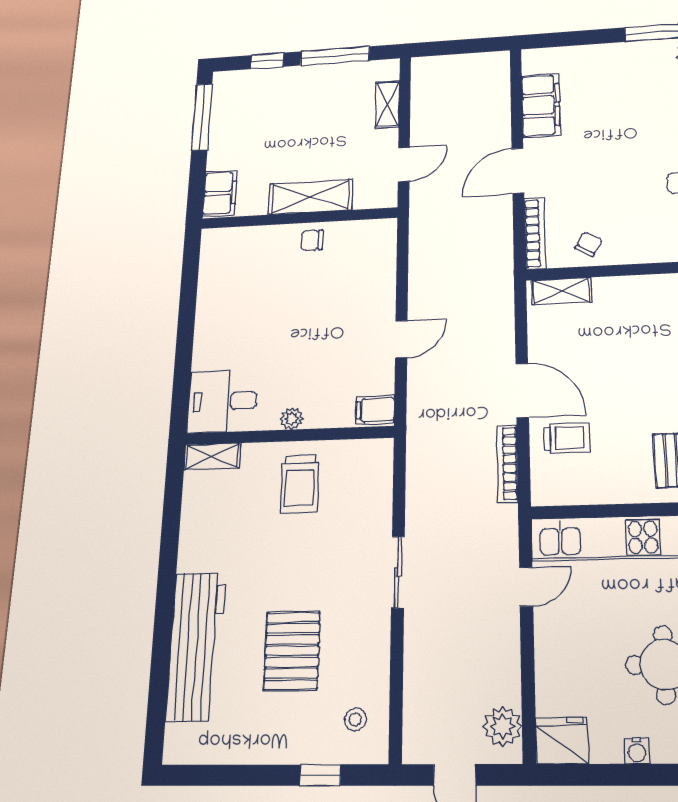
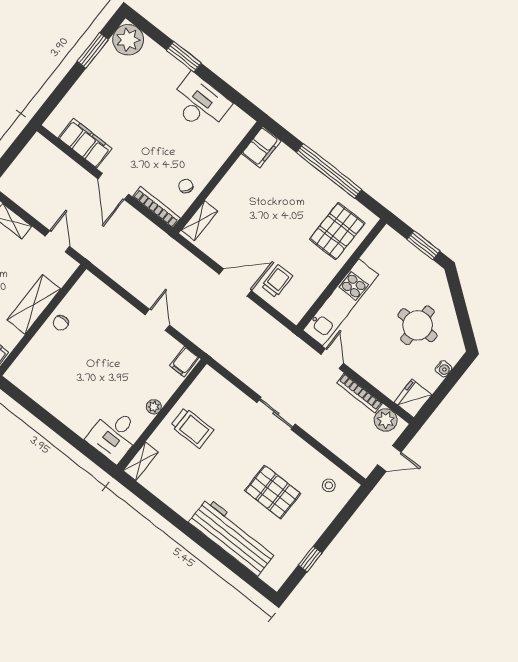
bookcase: (507, 463) -> (359, 393), moved
window: (320, 775) -> (310, 559), moved

